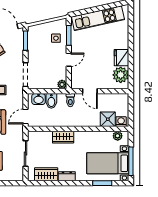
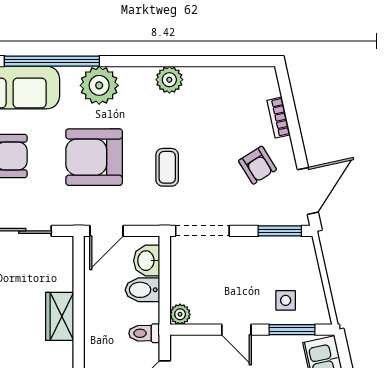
door: (26, 117) -> (107, 231), swing flipped

